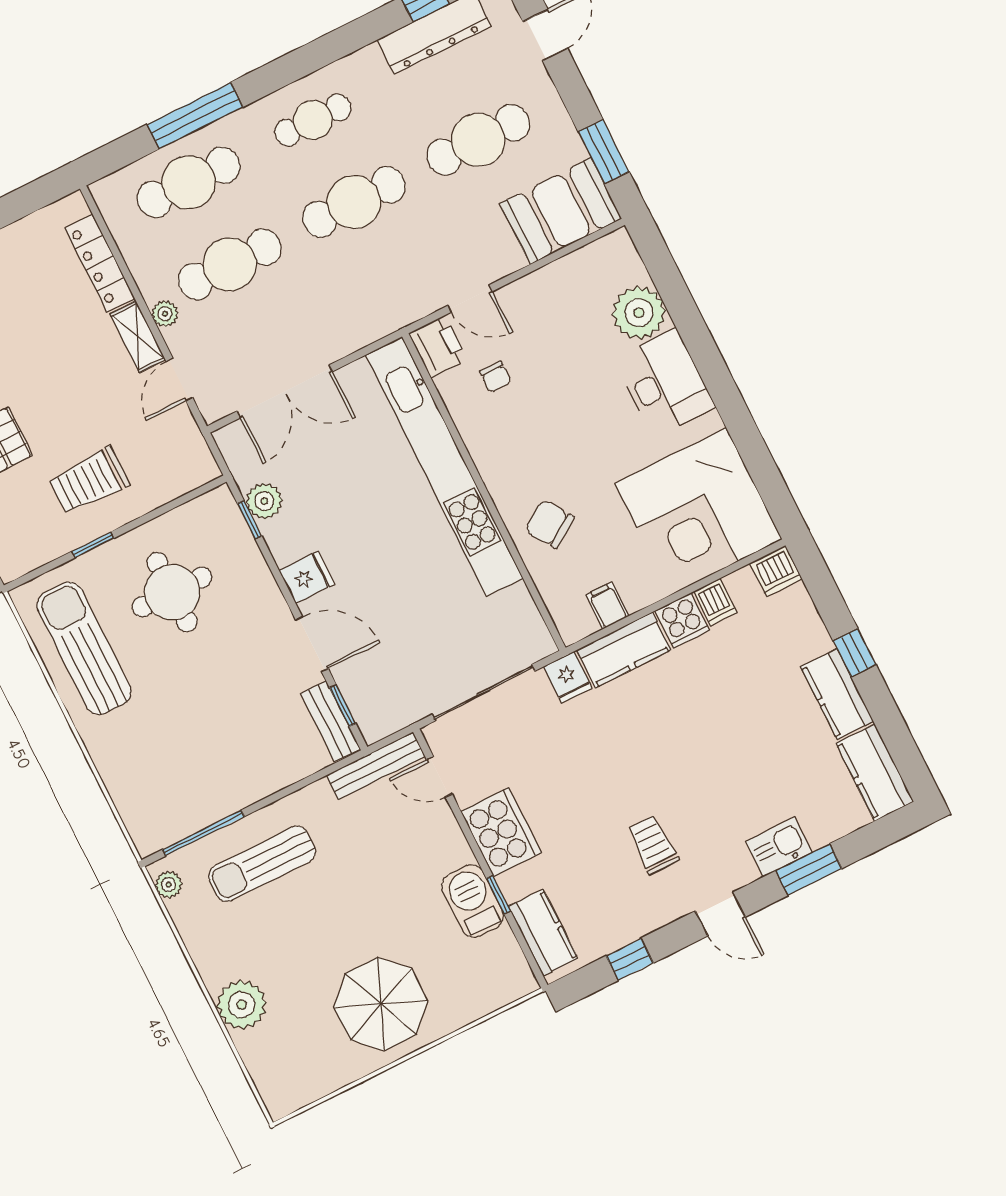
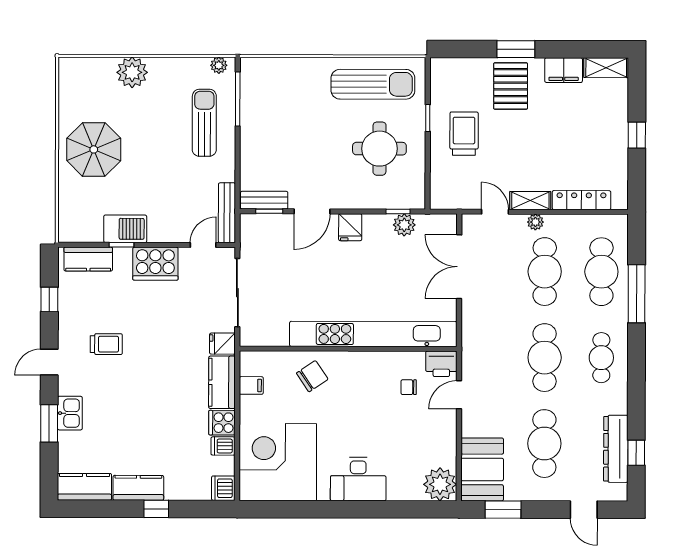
plant: (639, 313) -> (440, 484), moved

